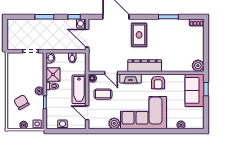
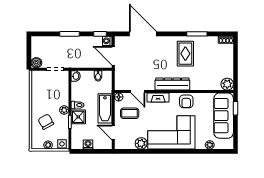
rug: (139, 35) -> (185, 54), moved
boiler: (12, 45) -> (36, 63), added
shower: (53, 74) -> (78, 117), moved
sofa: (194, 90) -> (224, 116), width x1.36

